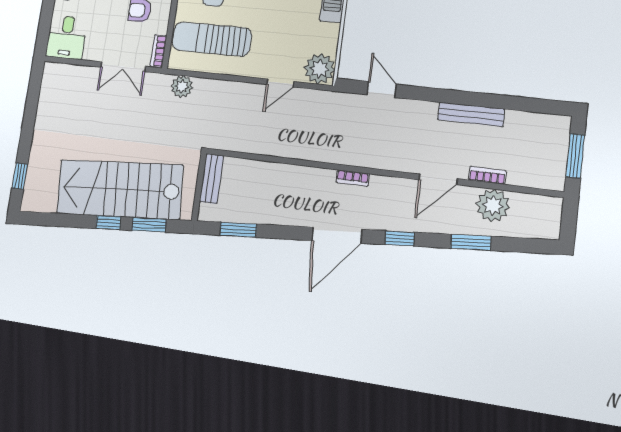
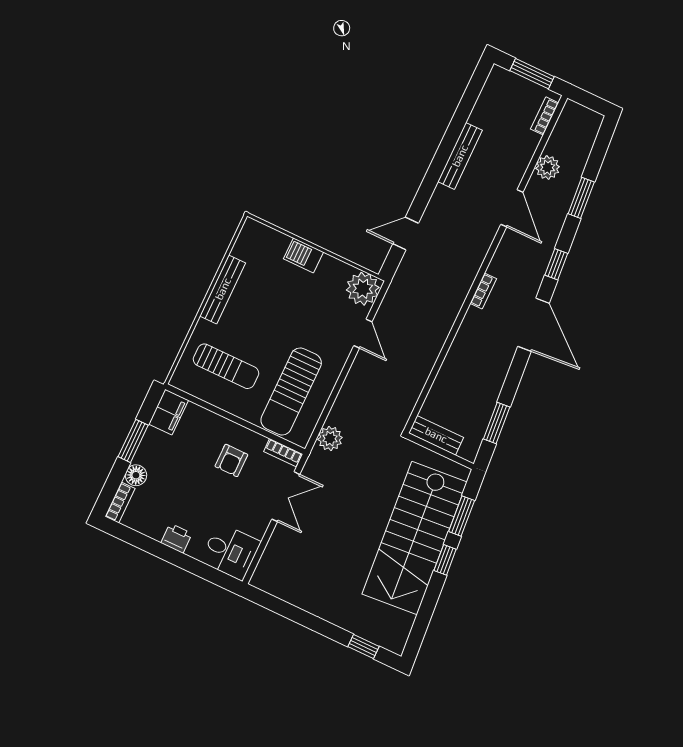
bookcase: (487, 175) -> (545, 116), moved
plant: (493, 205) -> (548, 167), width x0.73, depth x0.73

